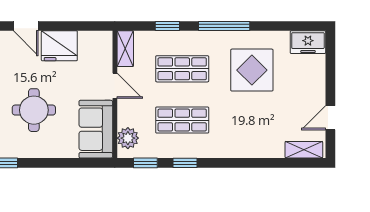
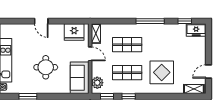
window: (167, 26) -> (185, 21), moved
fridge: (59, 46) -> (74, 32), moved
display table: (252, 70) -> (162, 72), moved

